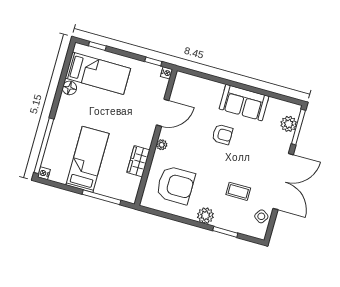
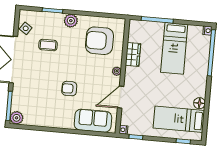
sofa: (244, 103) -> (93, 121), moved
plant: (289, 124) -> (17, 118), moved

